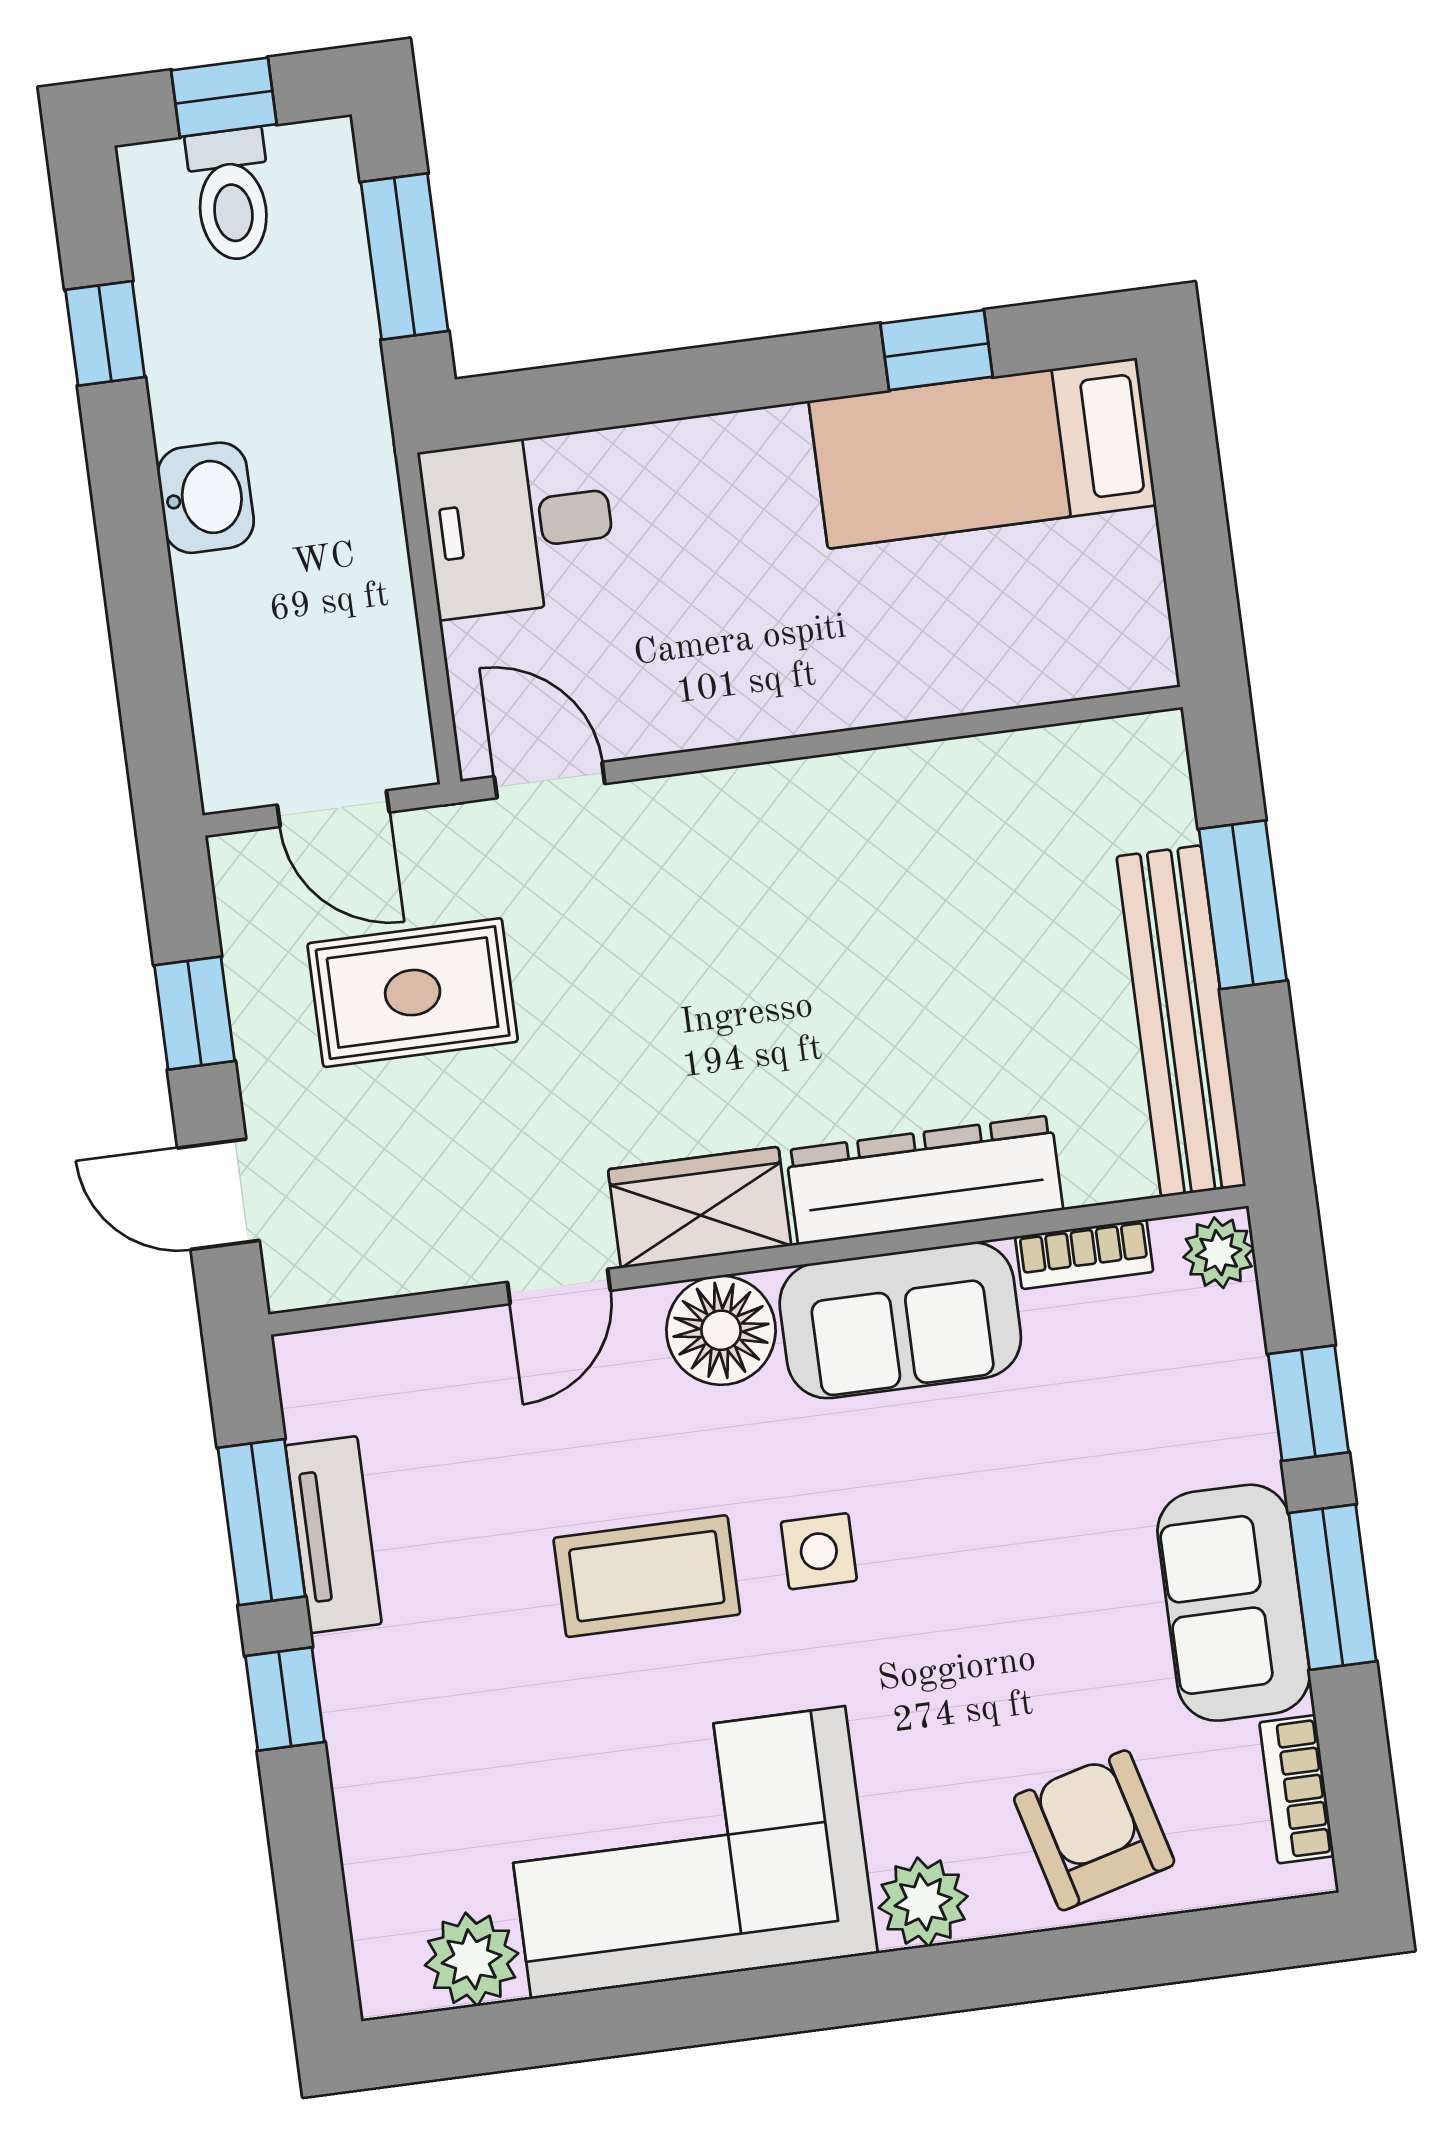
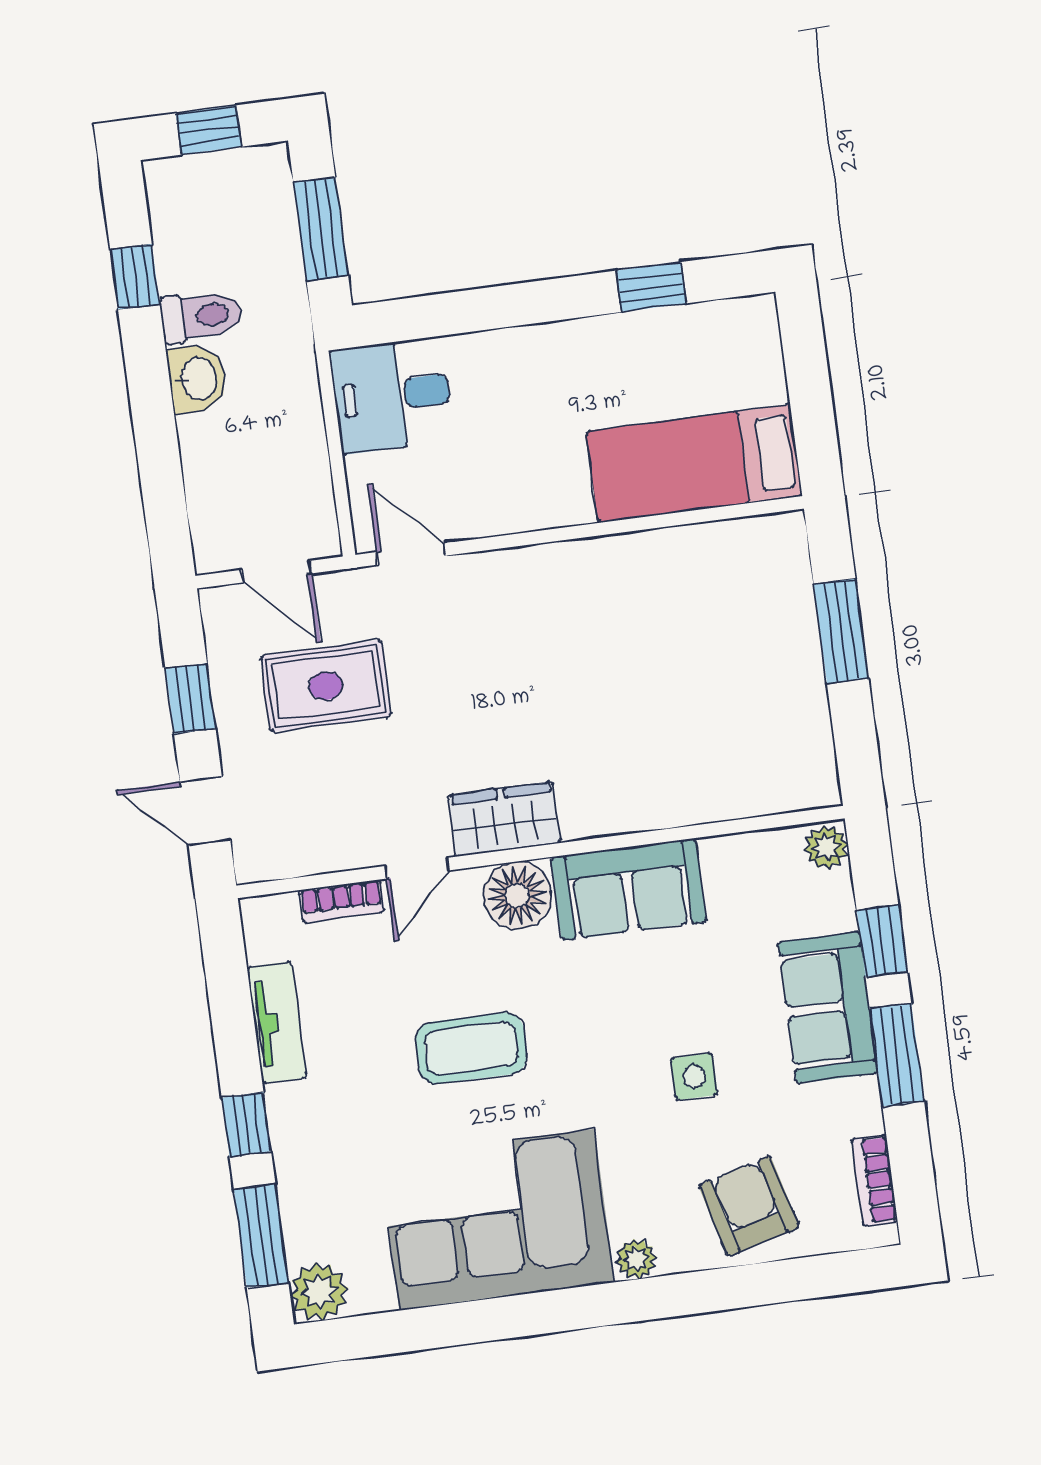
toilet: (231, 195) -> (201, 316), moved, turned -90
bed: (982, 453) -> (694, 464), moved
bench: (1181, 1021) -> (803, 704), removed
dresser: (924, 1180) -> (644, 802), removed
bookcase: (1084, 1254) -> (342, 901), moved
window: (262, 1522) -> (261, 1236), moved
side table: (819, 1551) -> (694, 1077), moved
sofa: (1234, 1603) -> (828, 1007), moved
plant: (923, 1902) -> (636, 1259), width x0.73, depth x0.73
plant: (472, 1959) -> (319, 1292), moved

